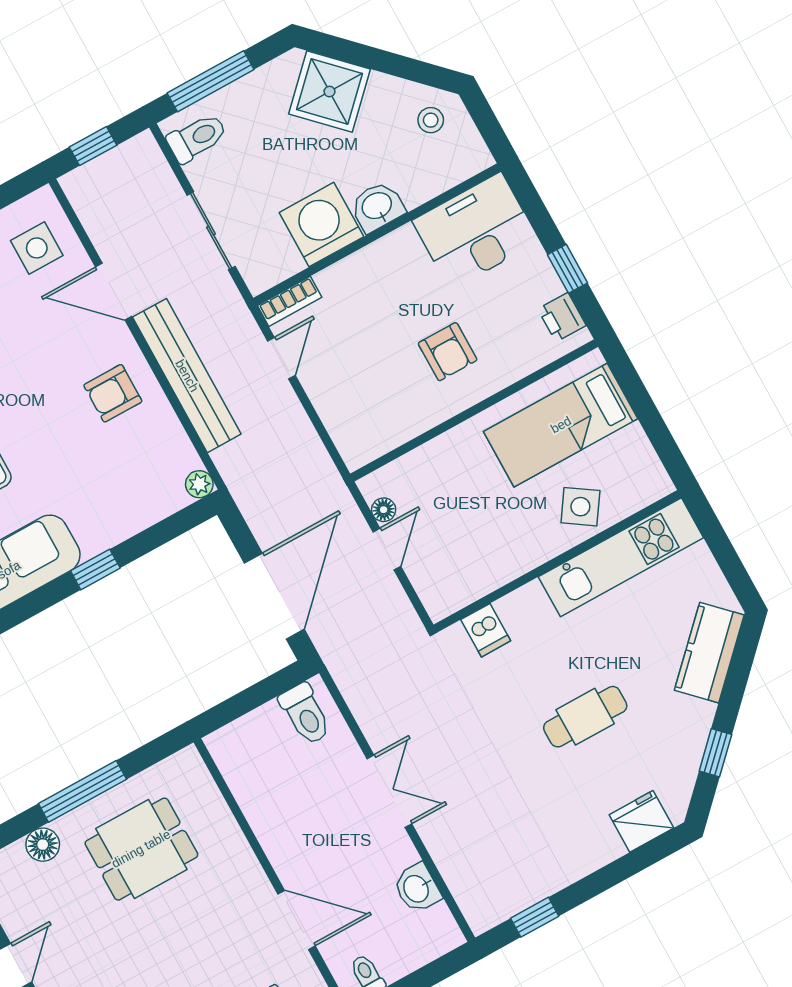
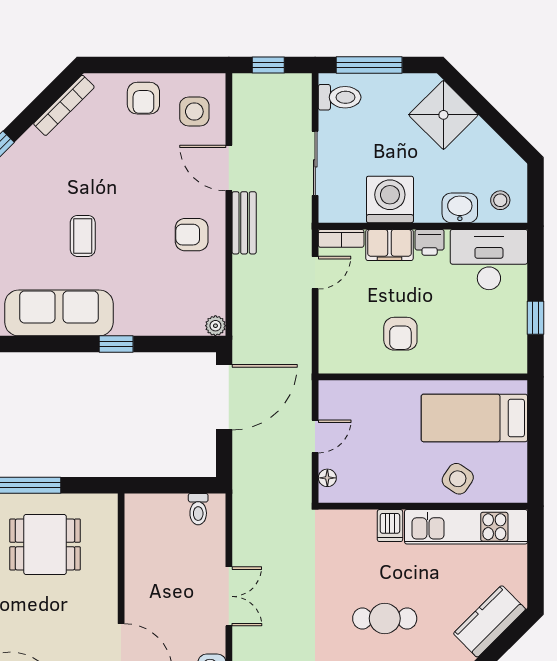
stool: (431, 120) -> (500, 200), moved
washbasin: (377, 207) -> (460, 208), moved
filing cabinet: (350, 278) -> (389, 245), added
printer: (562, 317) -> (430, 242), moved, turned -90
armchair: (448, 352) -> (400, 334), moved
bench: (187, 376) -> (244, 223), width x0.54, depth x0.82
floor lamp: (384, 510) -> (327, 478), moved
door: (274, 596) -> (224, 397), moved
dishwasher: (486, 630) -> (390, 526), moved
toilet: (305, 714) -> (198, 509), width x0.73, depth x0.72

